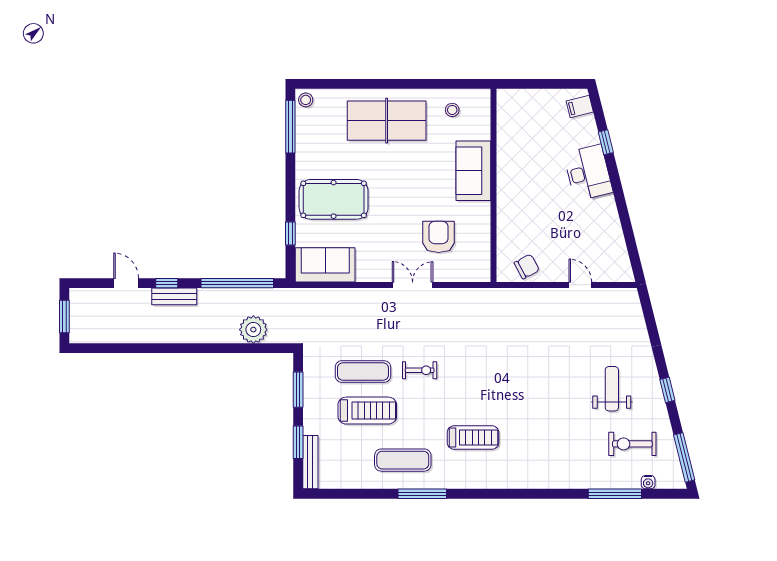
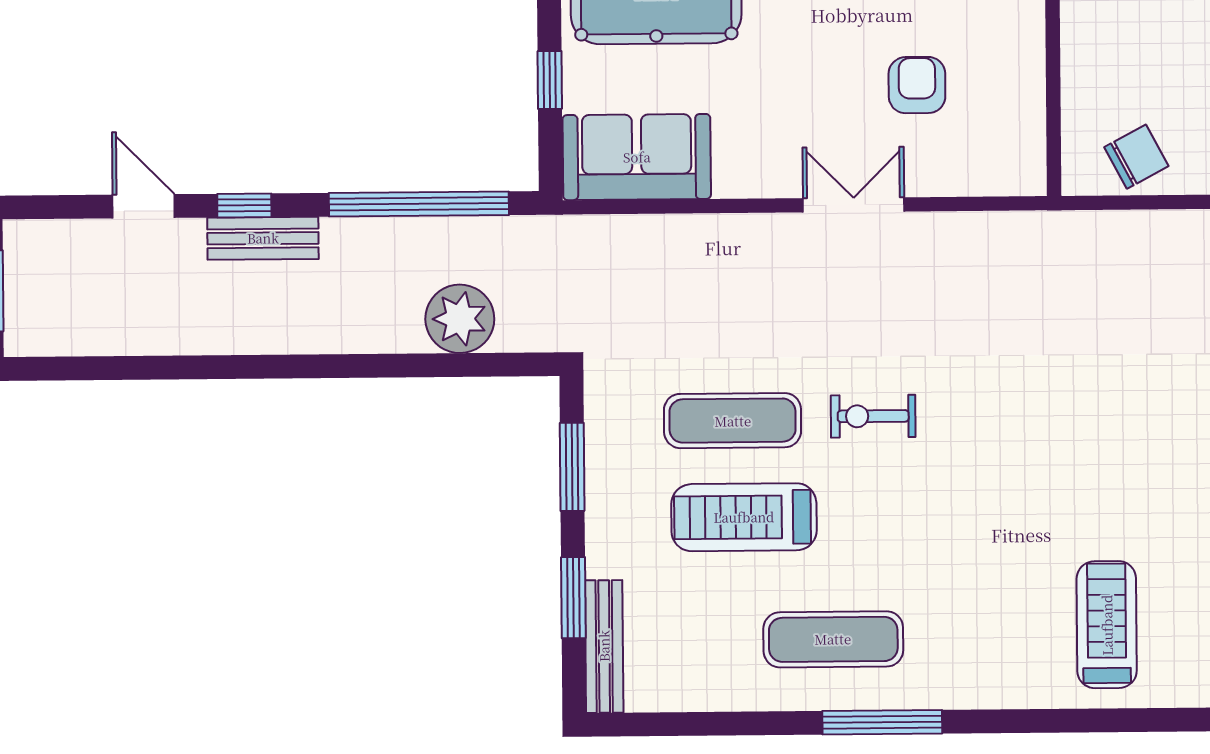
armchair: (439, 237) -> (917, 85), width x0.72, depth x0.72
exercise bike: (420, 370) -> (873, 416), turned 180
treadmill: (367, 411) -> (744, 517), turned 180
treadmill: (473, 437) -> (1107, 625), moved, turned -90

